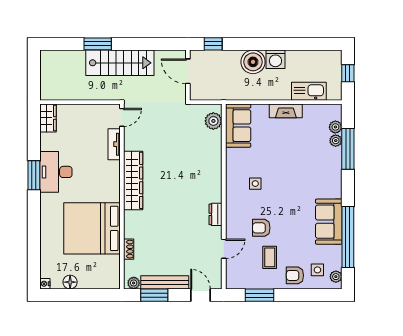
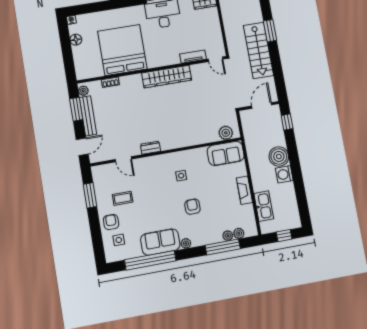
armchair: (261, 228) -> (192, 207), moved
plant: (336, 277) -> (186, 243), moved

